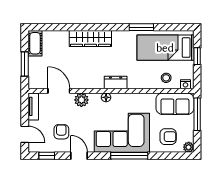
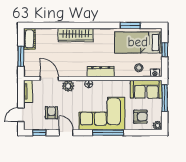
window: (141, 27) -> (130, 25), moved
dresser: (116, 82) -> (101, 72), width x1.44
door: (25, 134) -> (21, 115), swing flipped

